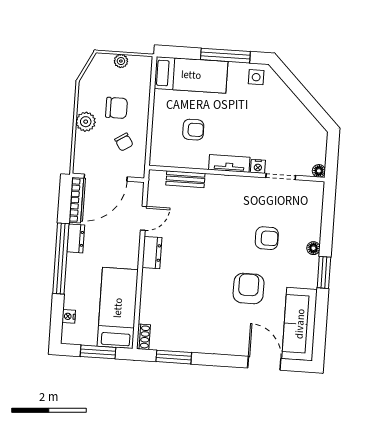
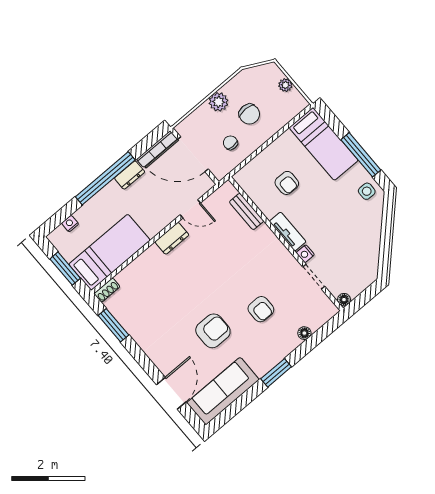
chair: (124, 142) -> (230, 143), turned 122
floor lamp: (313, 248) -> (304, 333), moved

